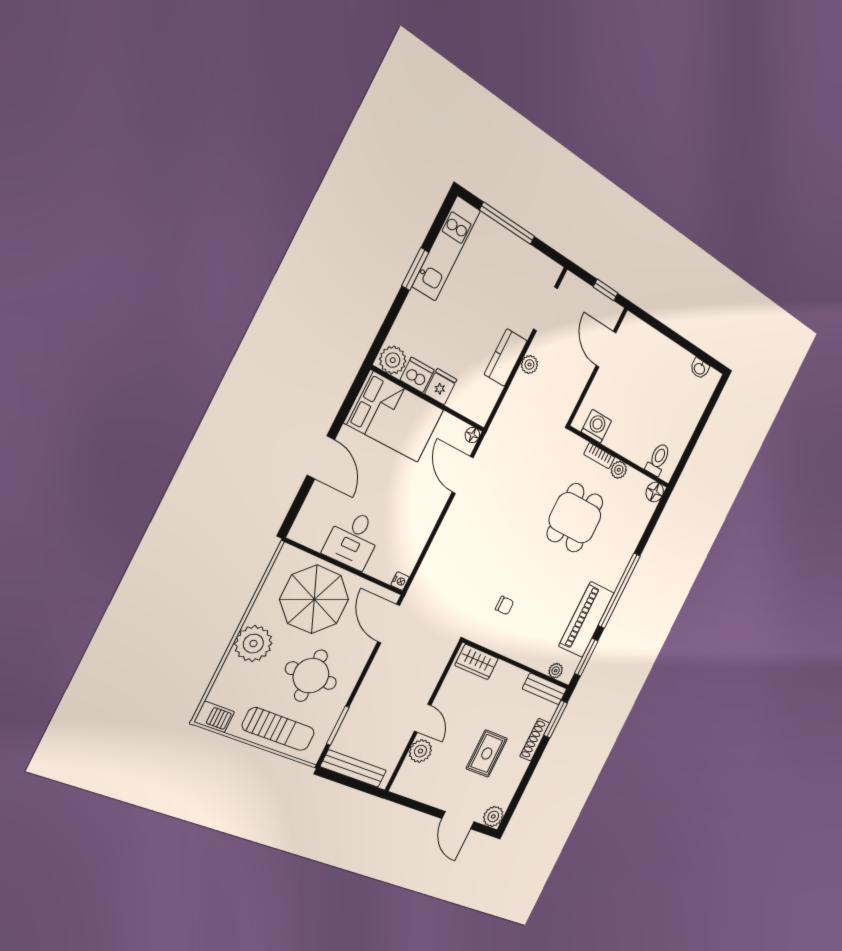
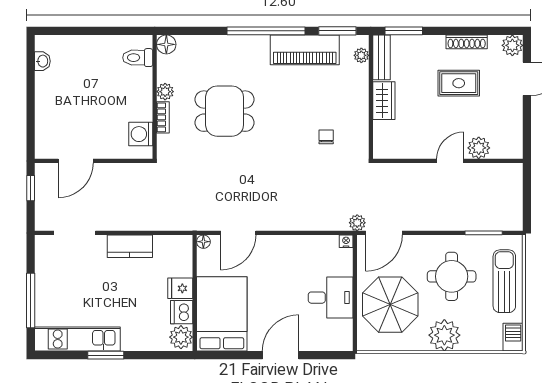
plant: (529, 364) -> (357, 223), moved
wardrobe: (477, 662) -> (384, 101), moved
shoe rack: (535, 740) -> (467, 42), moved
bench: (354, 769) -> (514, 201), removed

